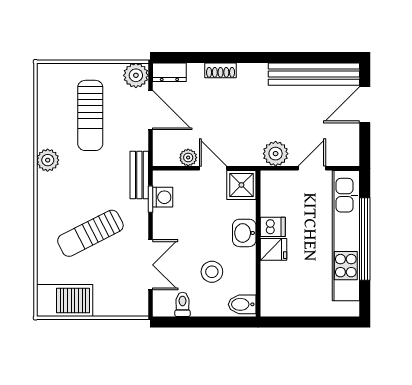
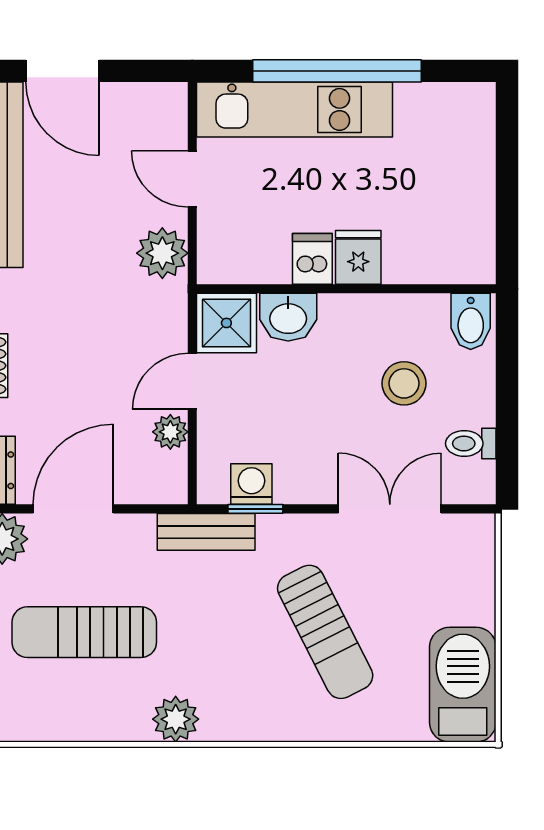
sun lounger: (90, 115) -> (84, 632), turned 180
washbasin: (244, 233) -> (288, 317), moved
kitchen unit: (346, 236) -> (295, 109), width x0.73

